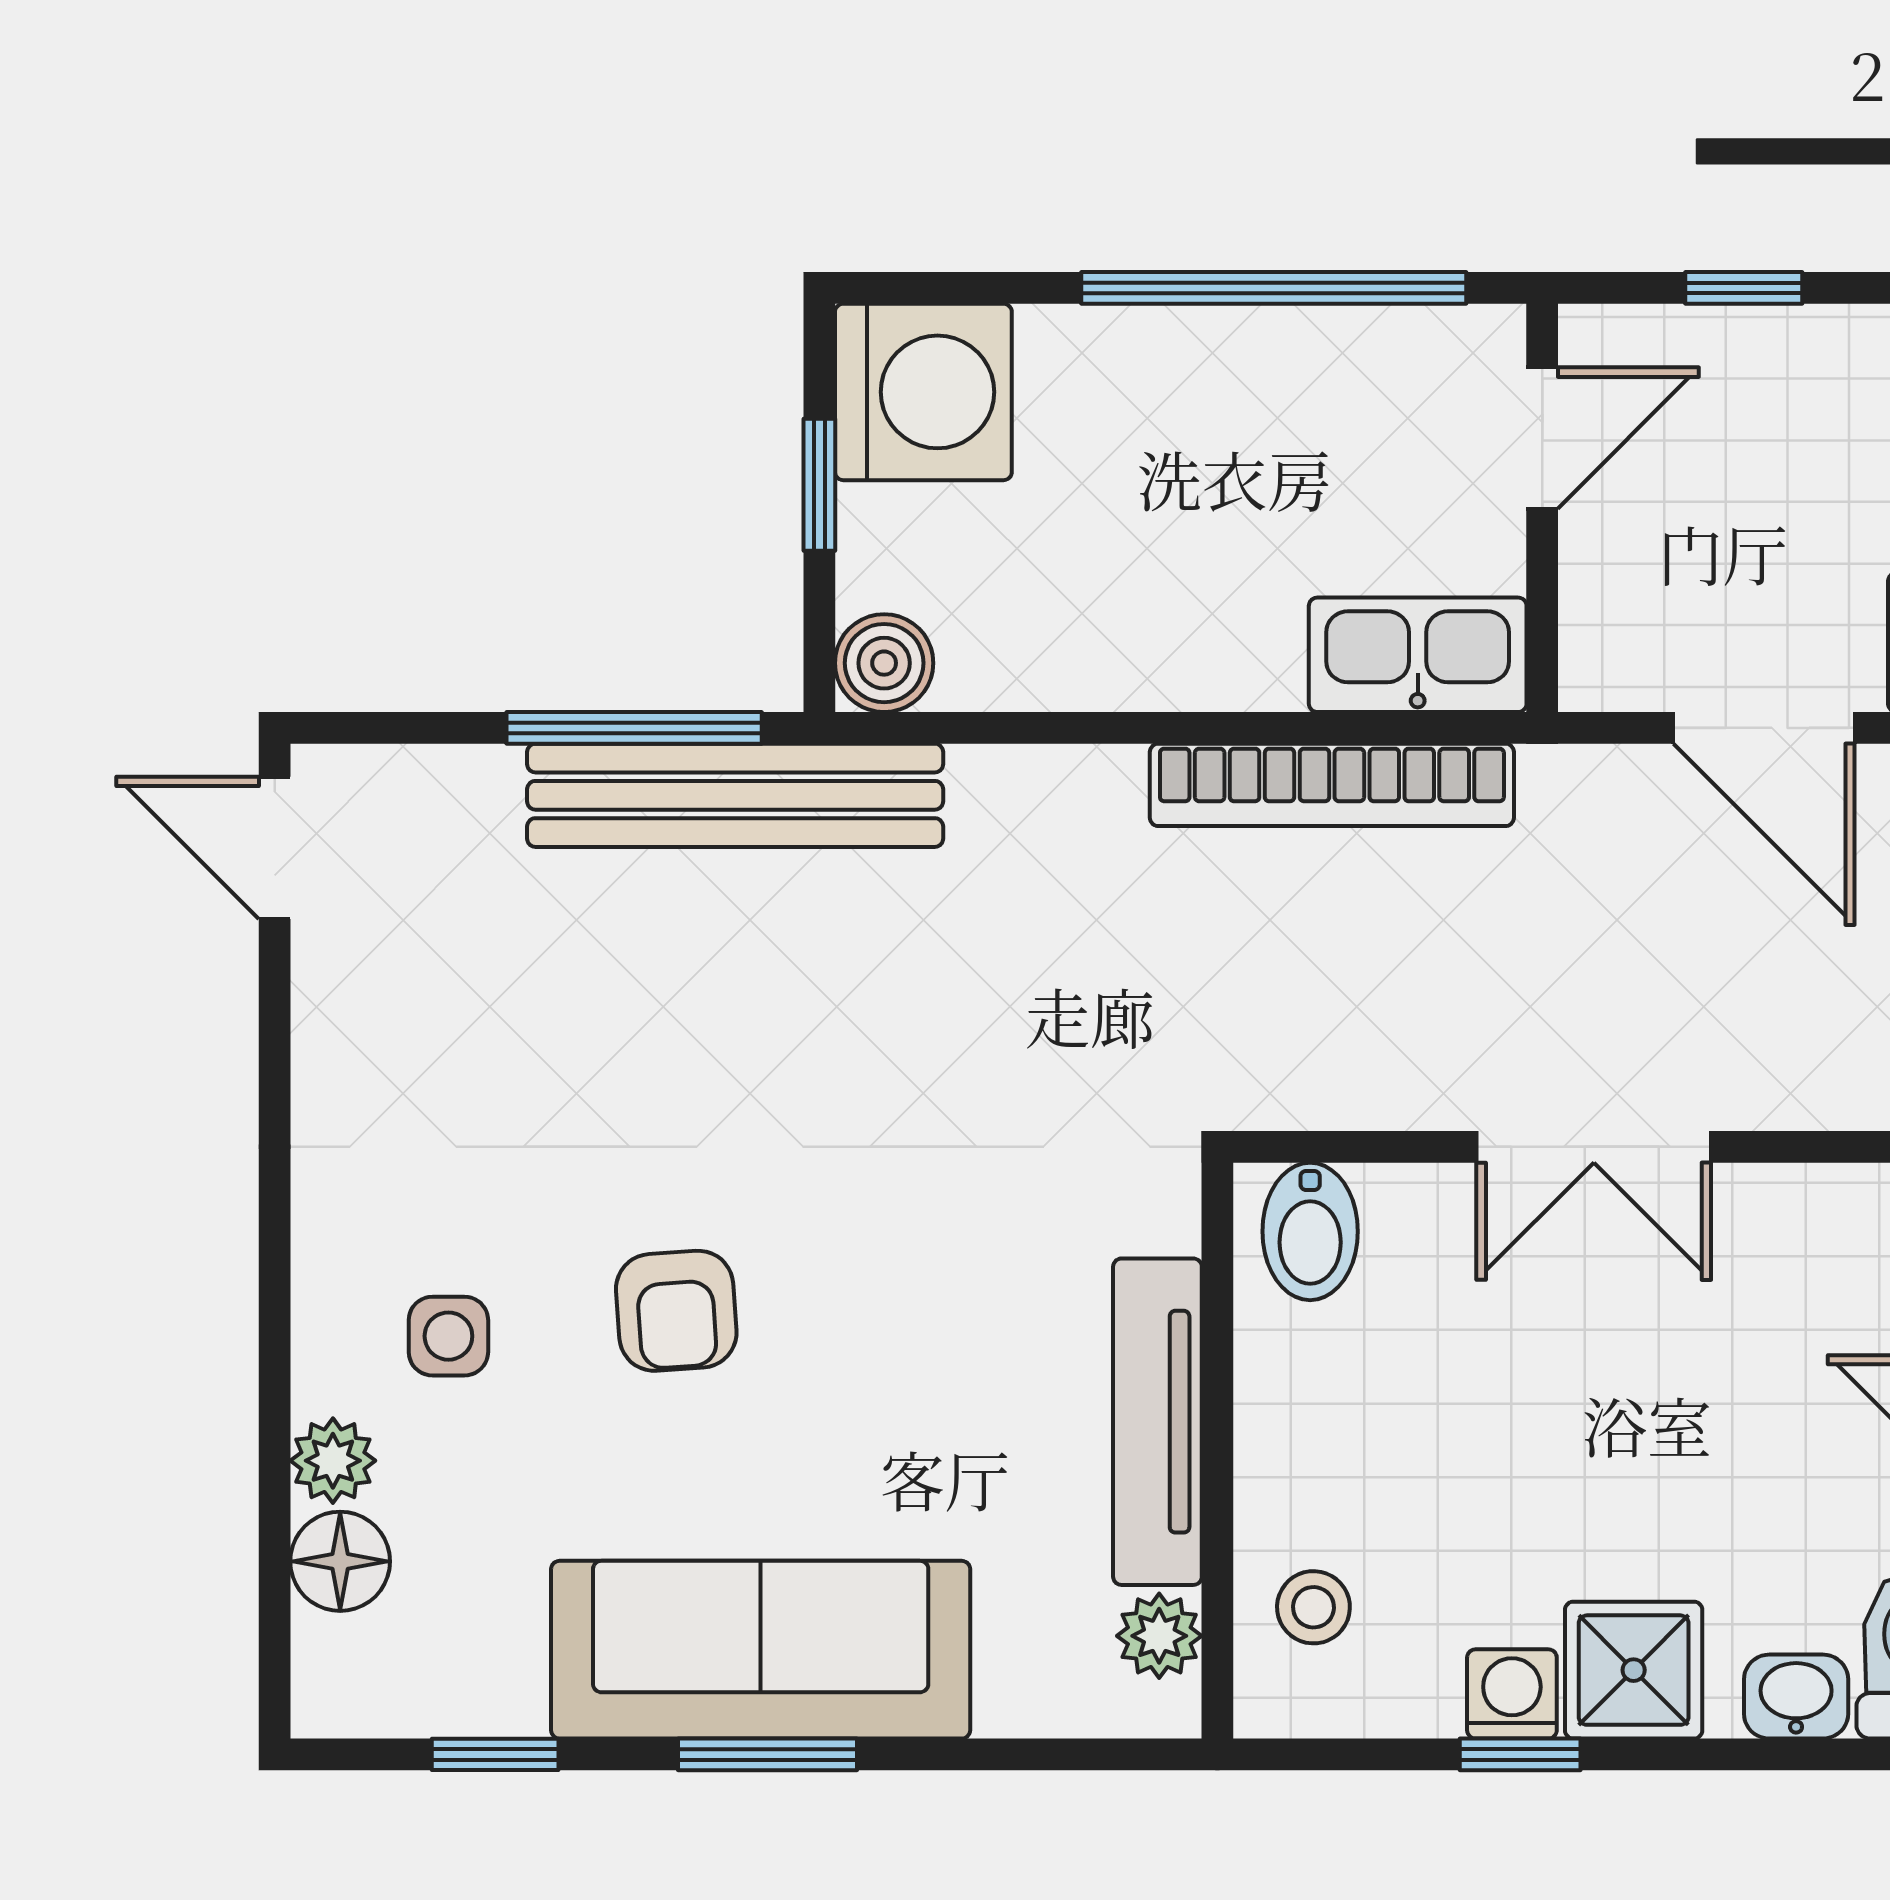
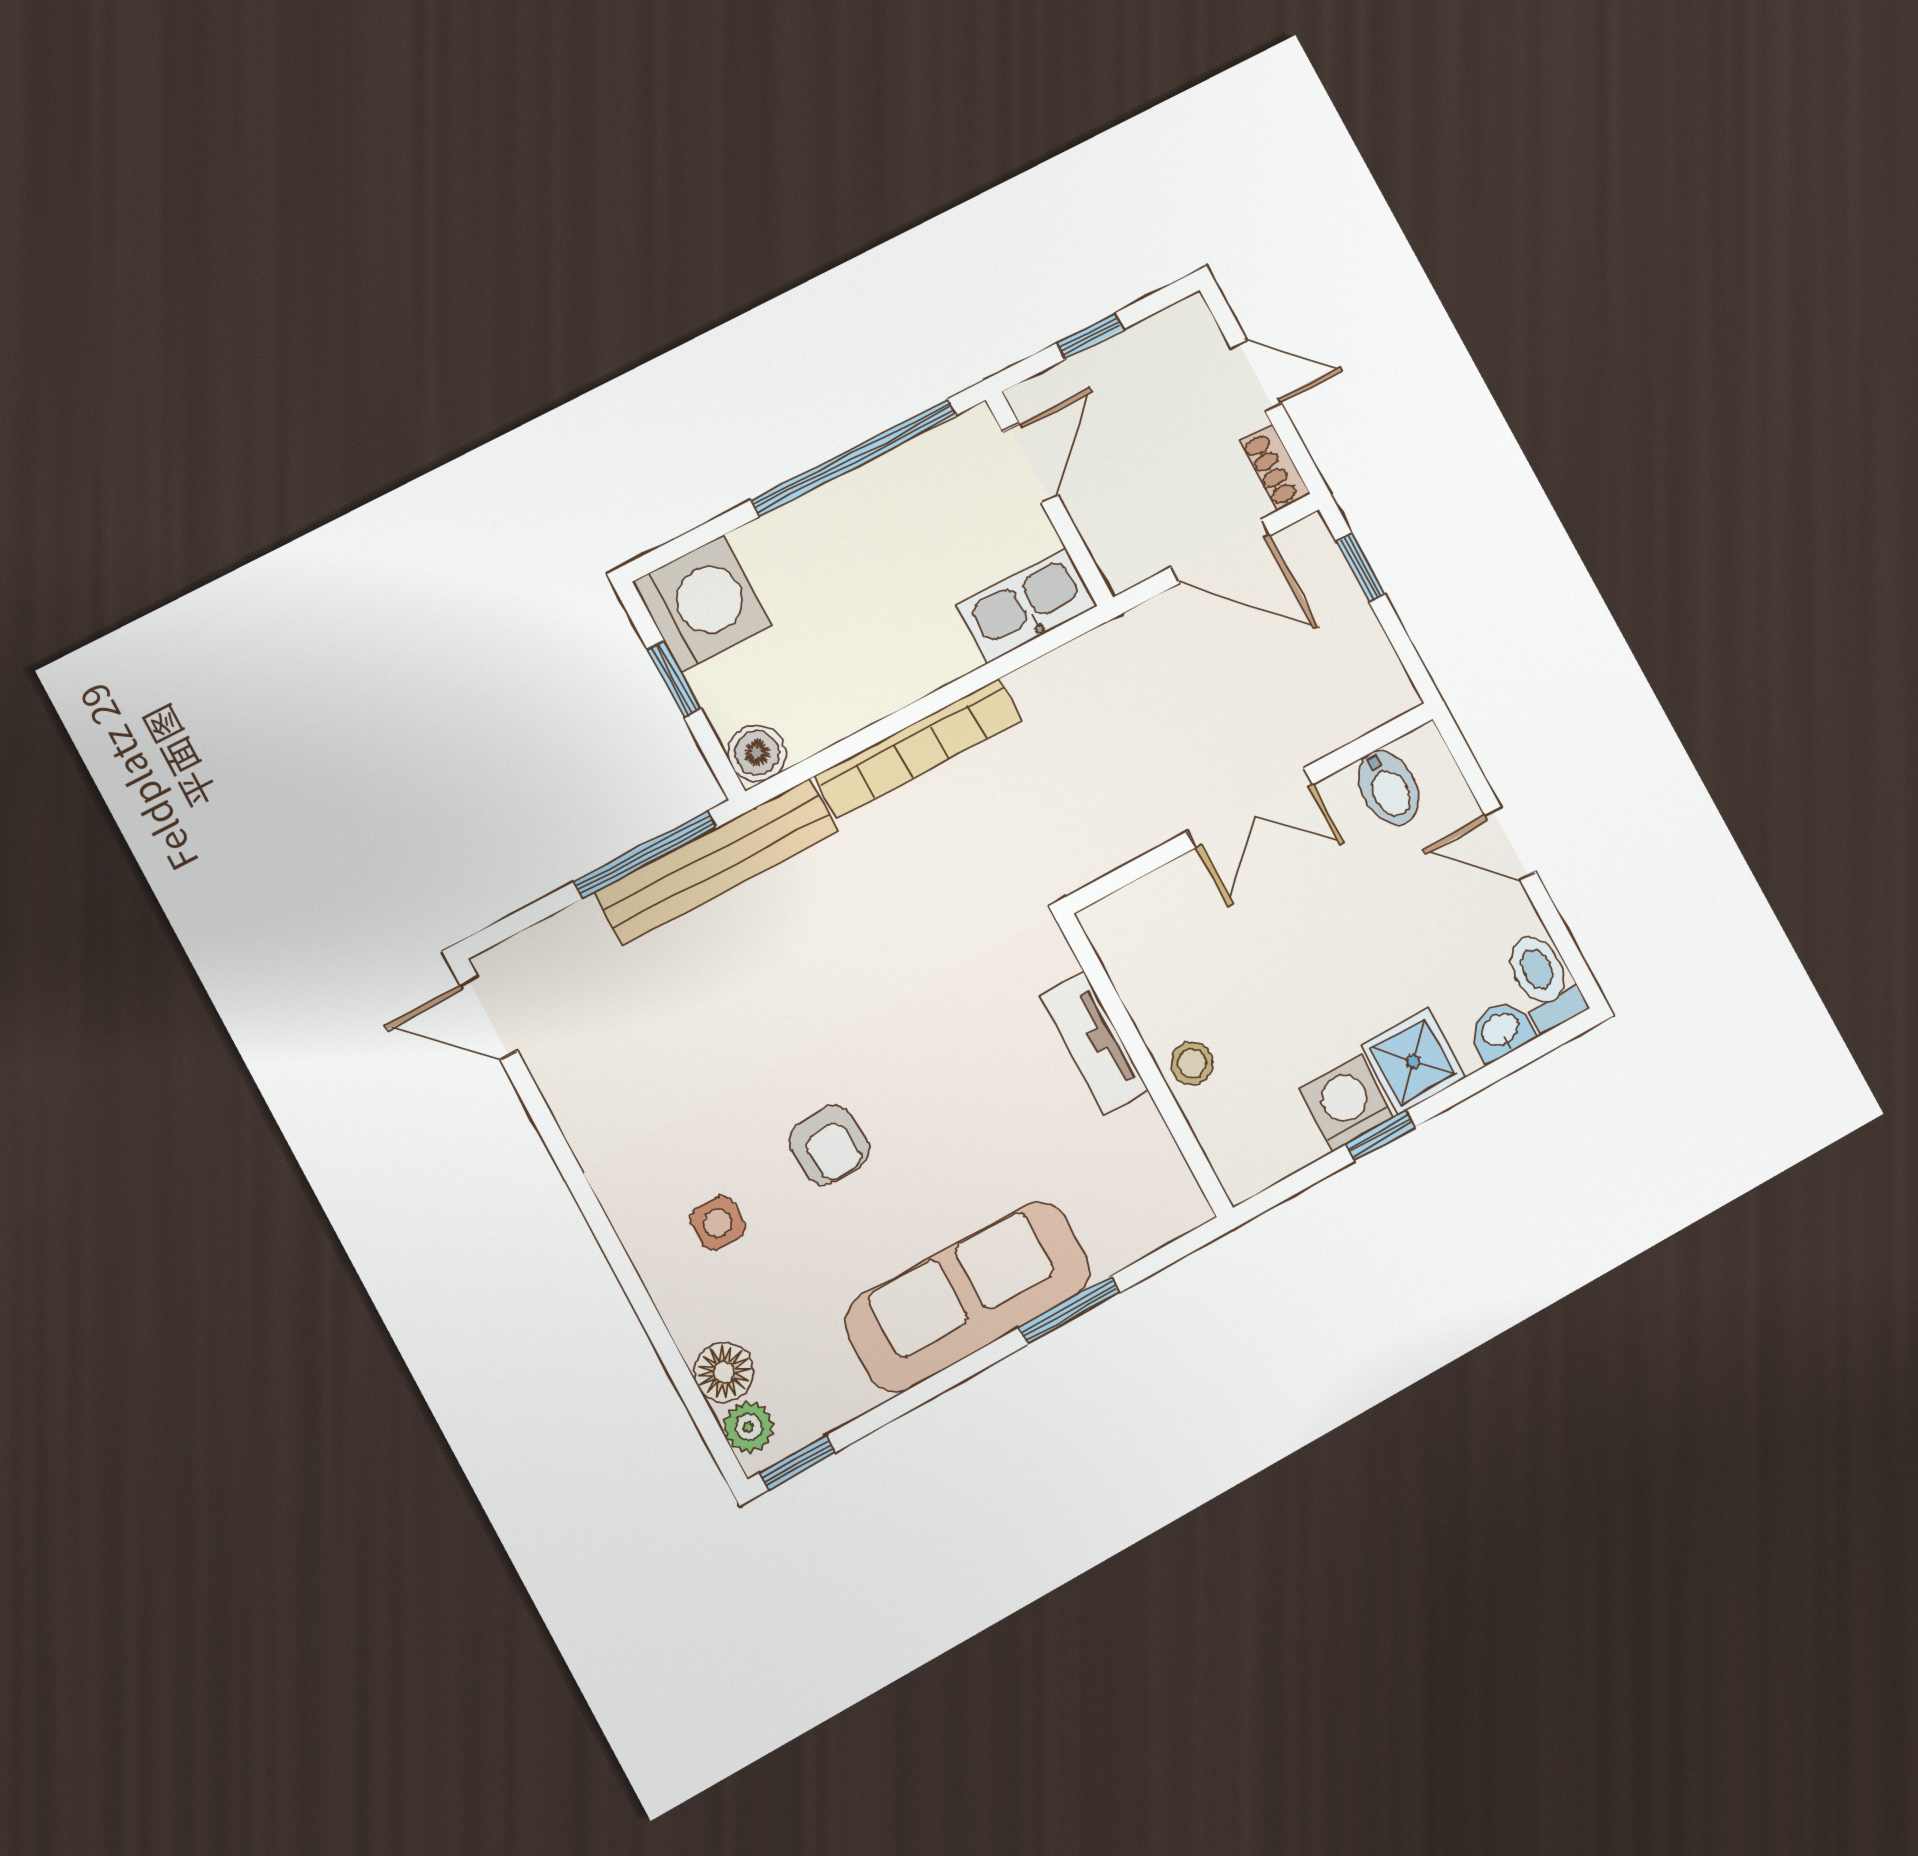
bookcase: (1332, 785) -> (919, 748), moved
bidet: (1310, 1231) -> (1388, 788), moved
tv unit: (1157, 1422) -> (1094, 1043), width x0.71
plant: (333, 1461) -> (748, 1427), moved
stool: (1313, 1607) -> (1192, 1063), moved
plant: (1159, 1636) -> (1167, 1176), removed
washing machine: (1512, 1694) -> (1347, 1103), width x1.38, depth x1.38
window: (495, 1754) -> (798, 1463), moved
window: (768, 1754) -> (1069, 1310), moved

